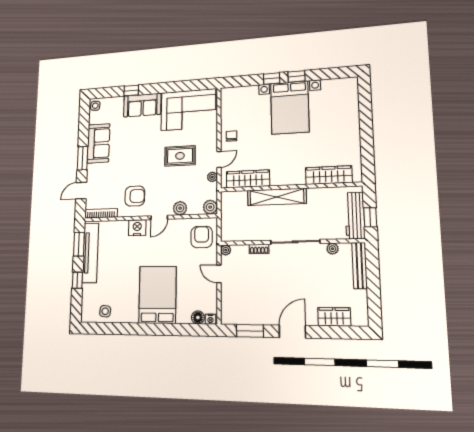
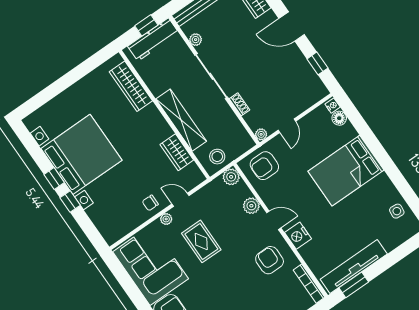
bed with nightstands: (290, 108) -> (81, 154), width x1.36
plant: (212, 177) -> (166, 219), moved
wardrobe: (248, 179) -> (177, 152), width x0.67
stool: (232, 206) -> (217, 157), added
window: (77, 280) -> (388, 261), removed
window: (250, 331) -> (317, 63), width x0.67

